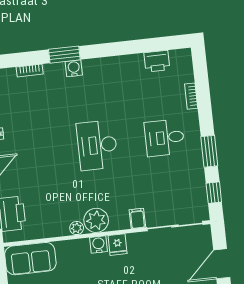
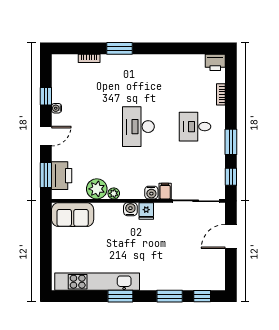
printer: (157, 61) -> (215, 62), moved
water cooler: (74, 68) -> (151, 193), moved, turned 180
plant: (96, 220) -> (97, 189), moved

